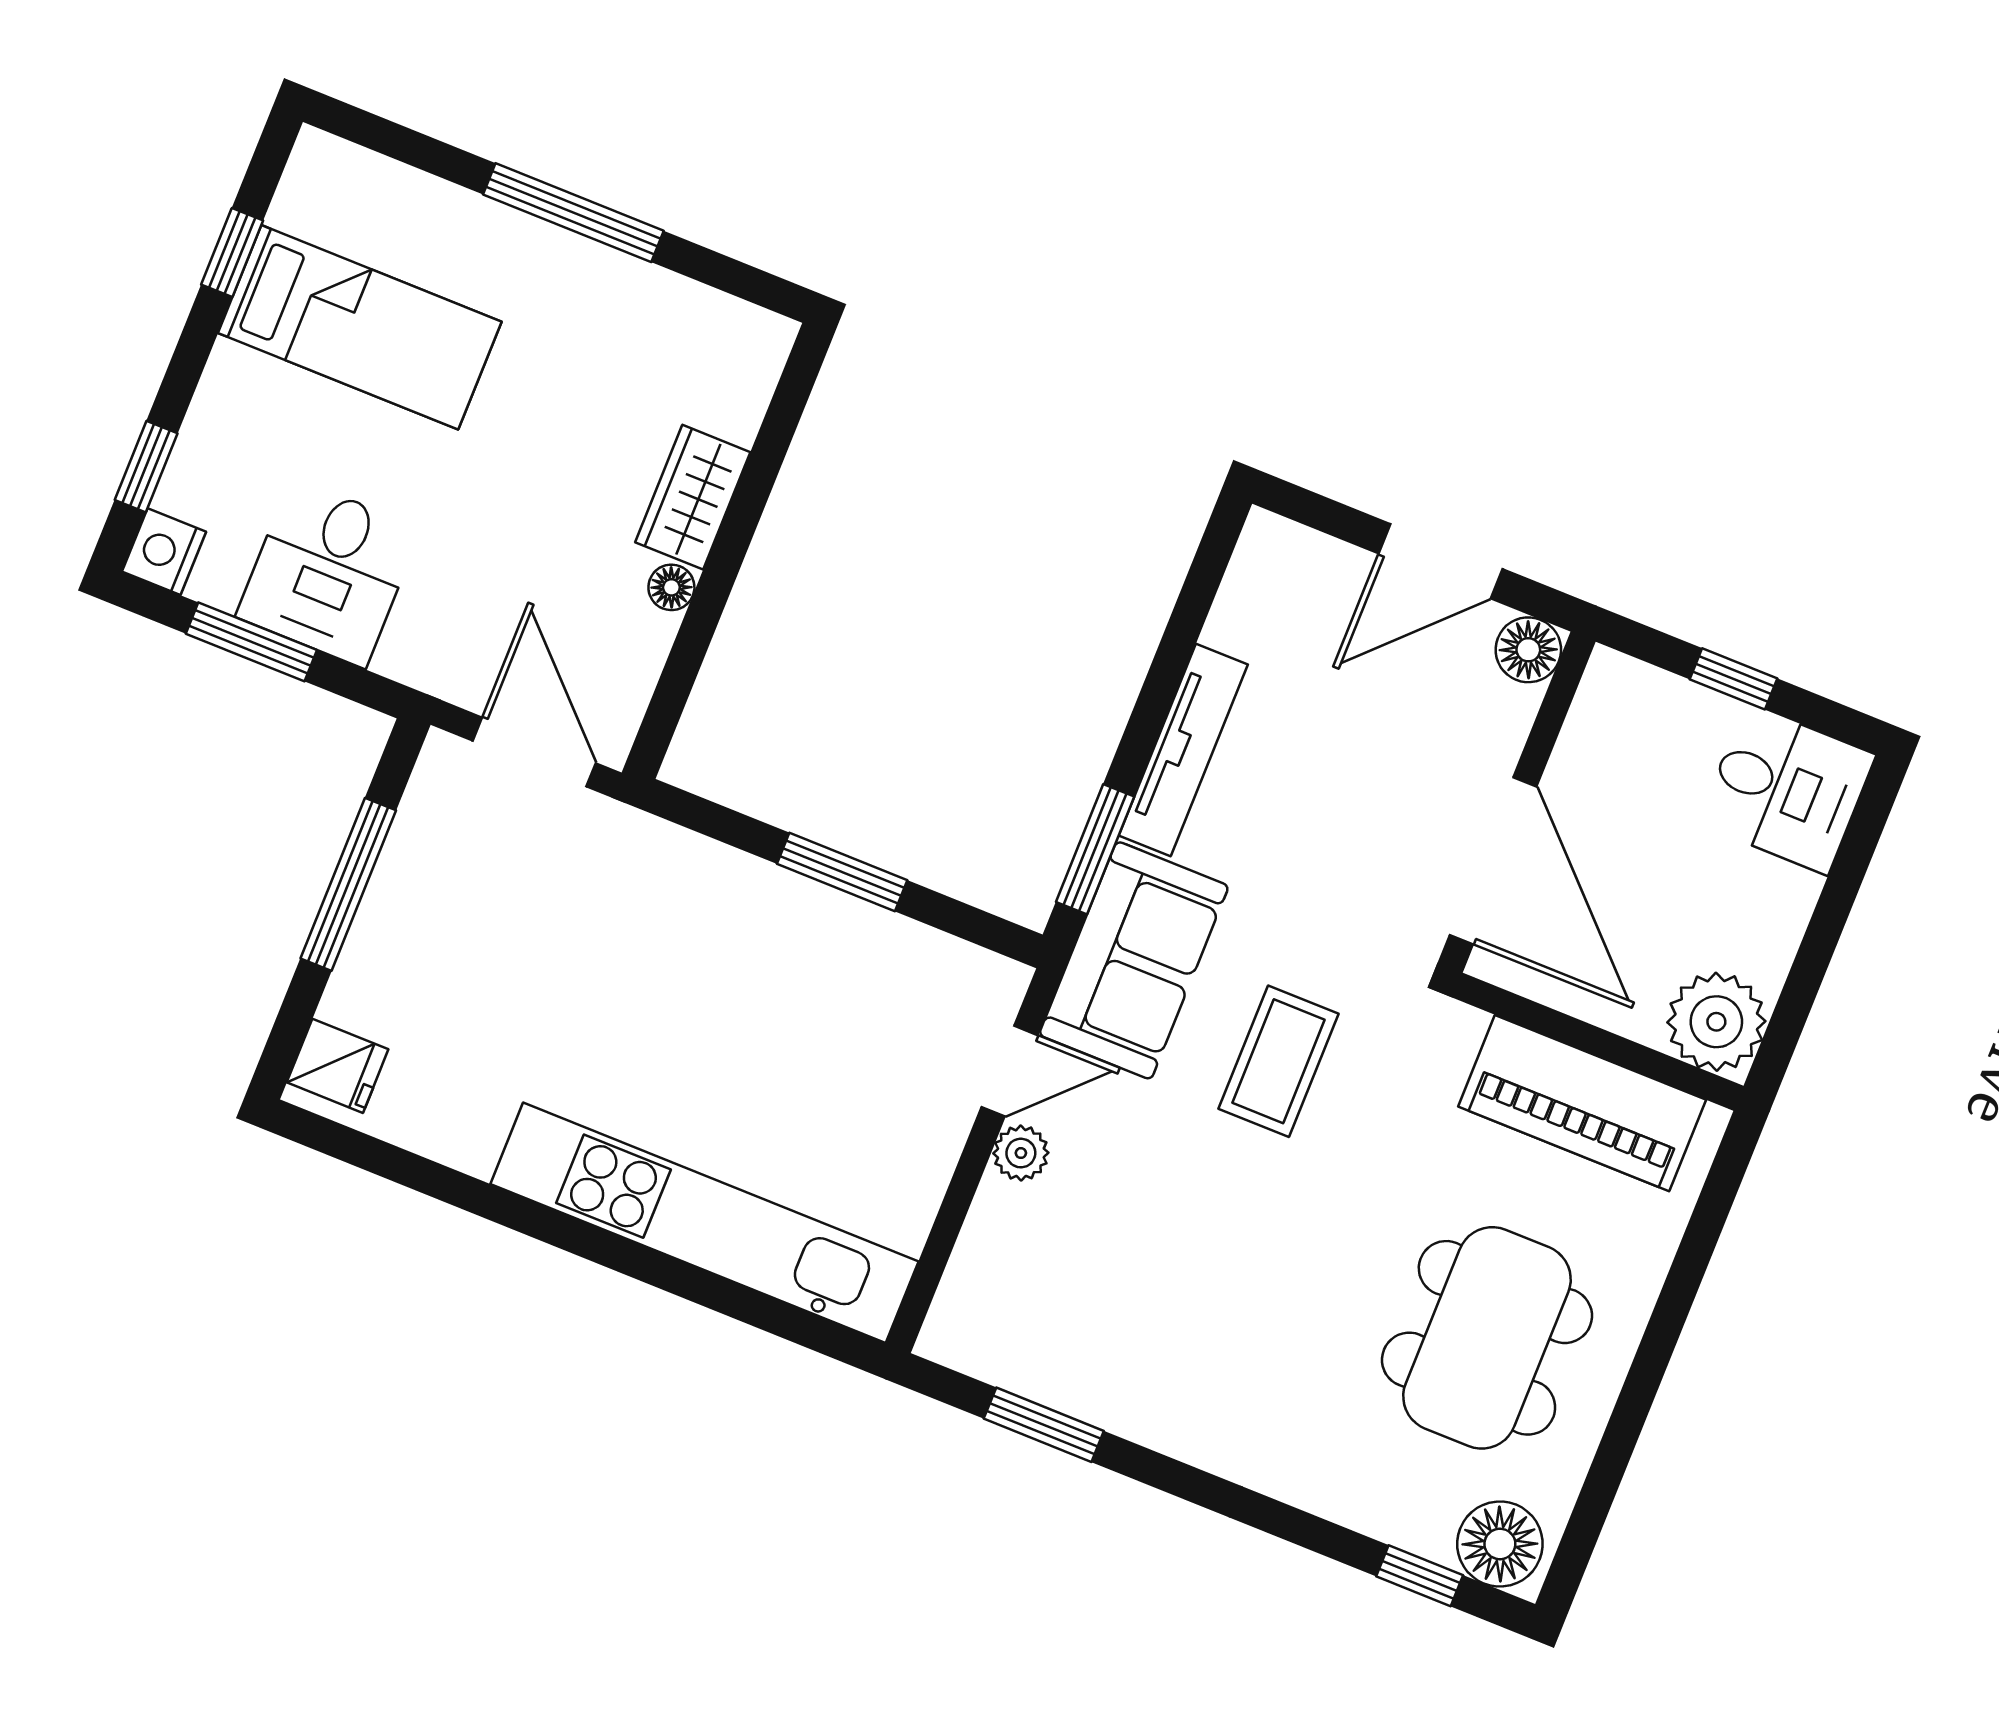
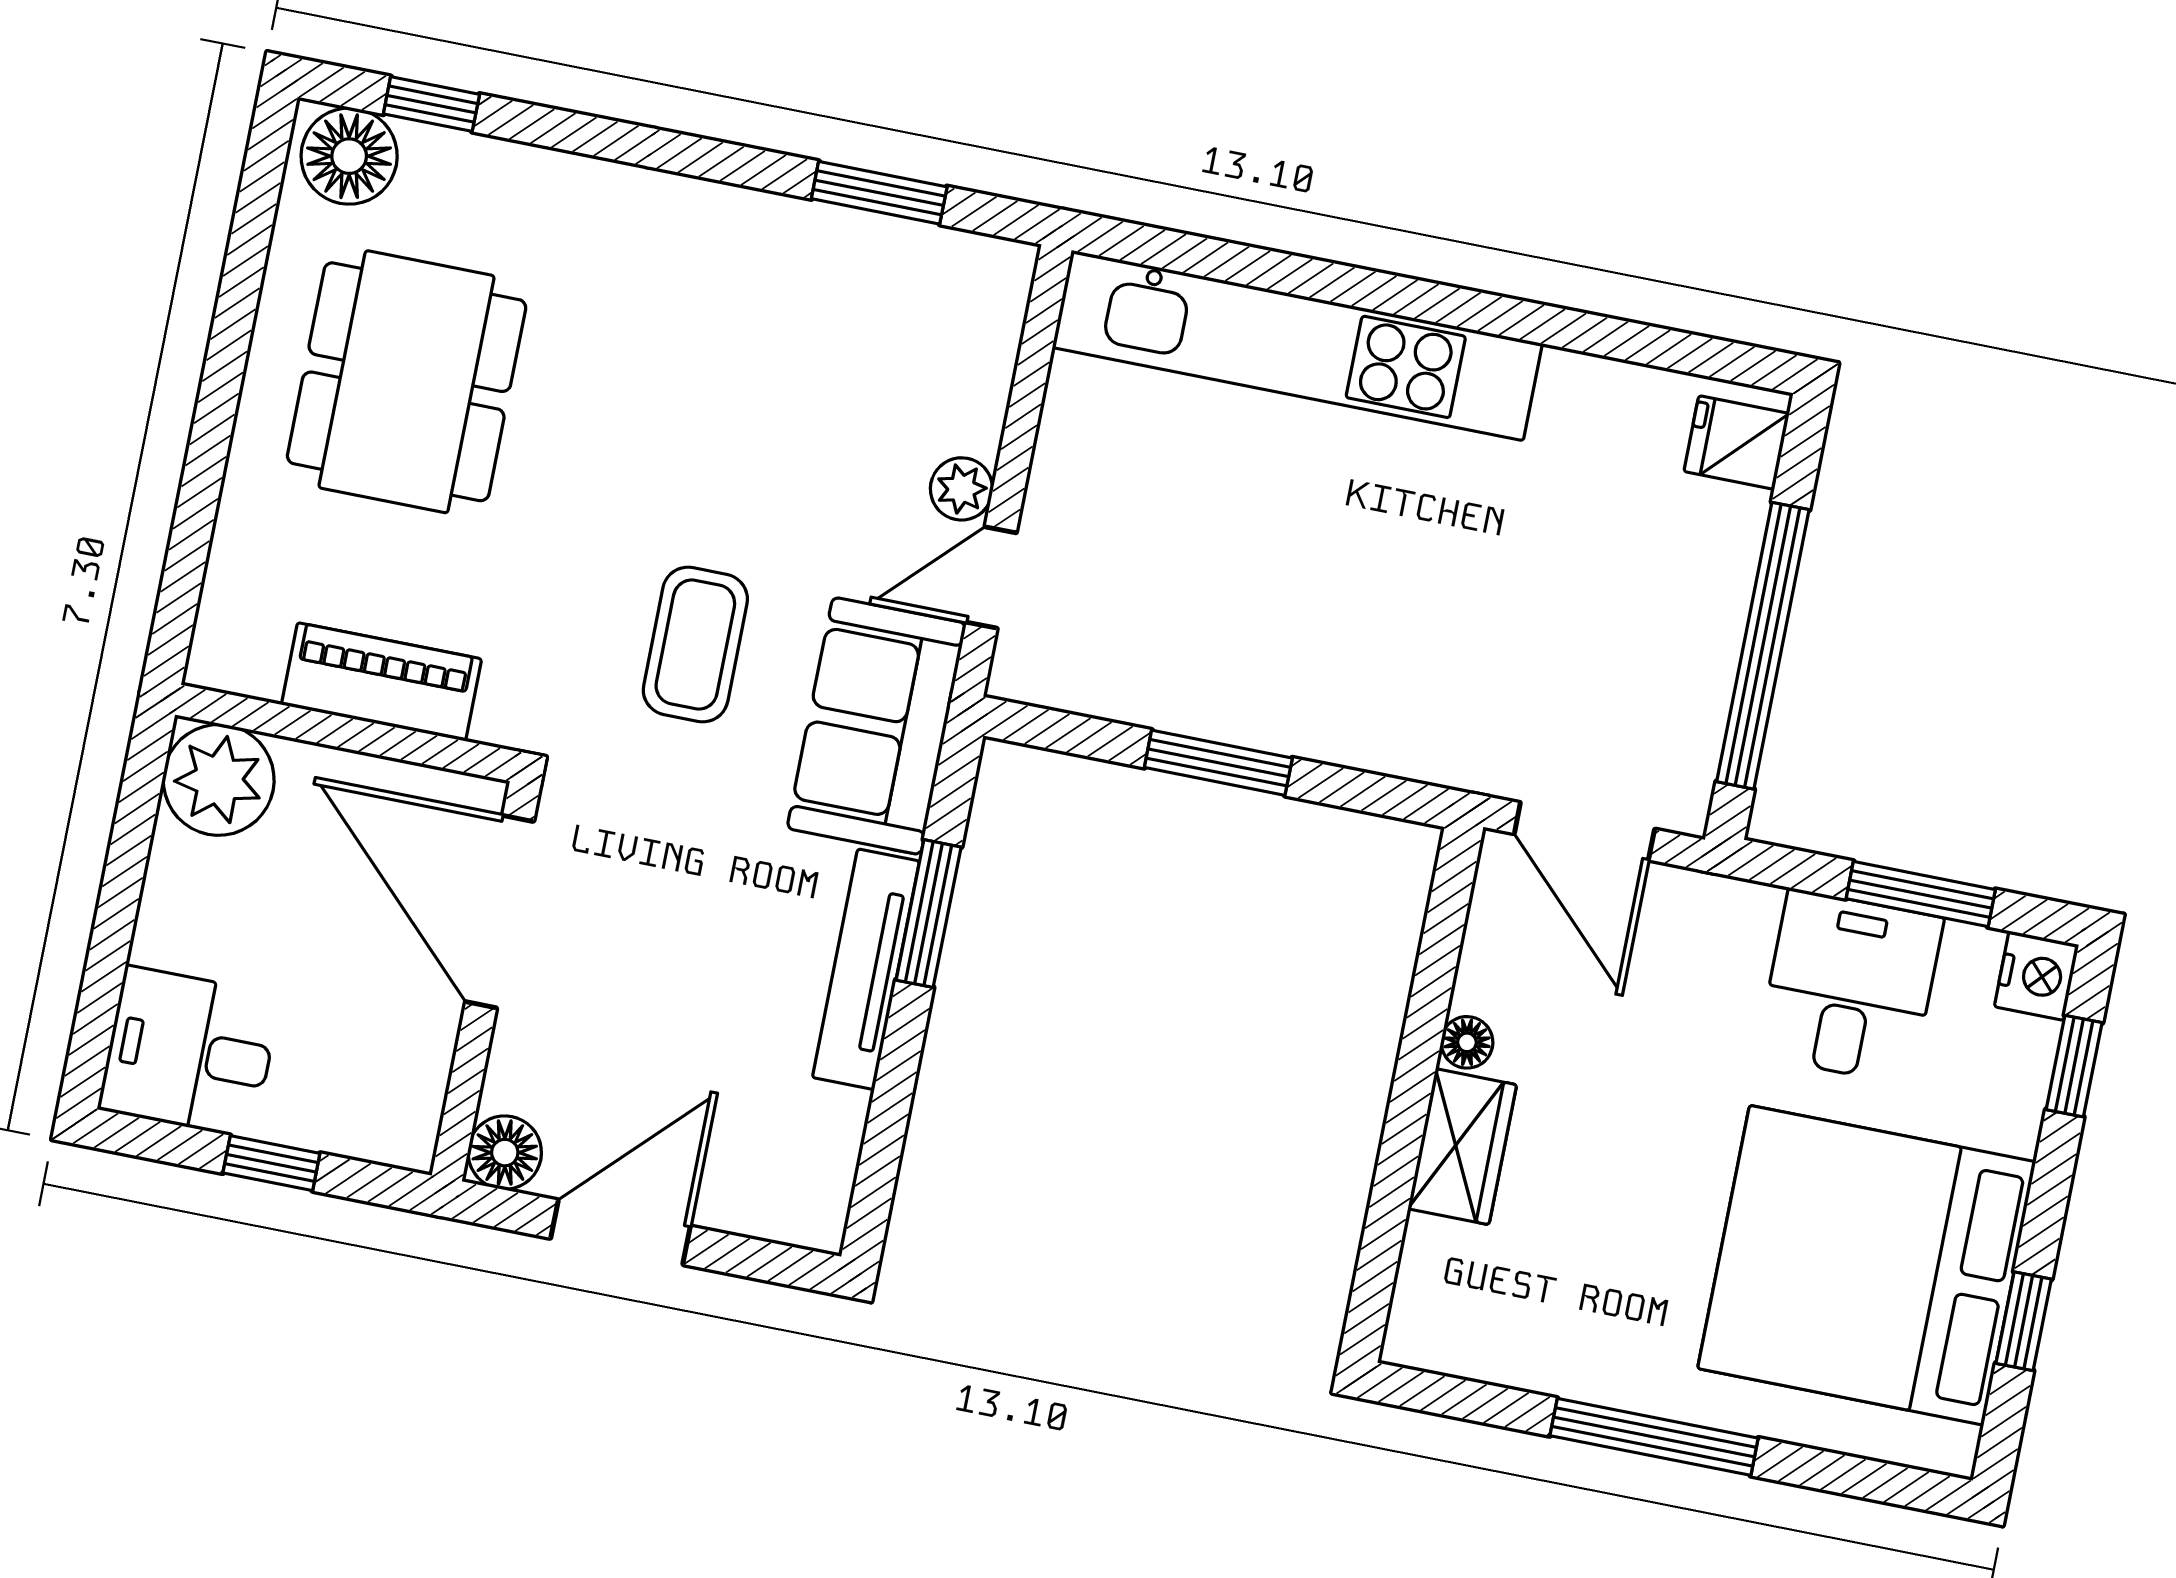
bed: (360, 327) -> (1867, 1265), width x2.04
window: (1095, 849) -> (929, 914), moved
window: (348, 884) -> (1763, 646), width x1.46
piano: (1582, 1103) -> (381, 682), width x0.73, depth x0.75

